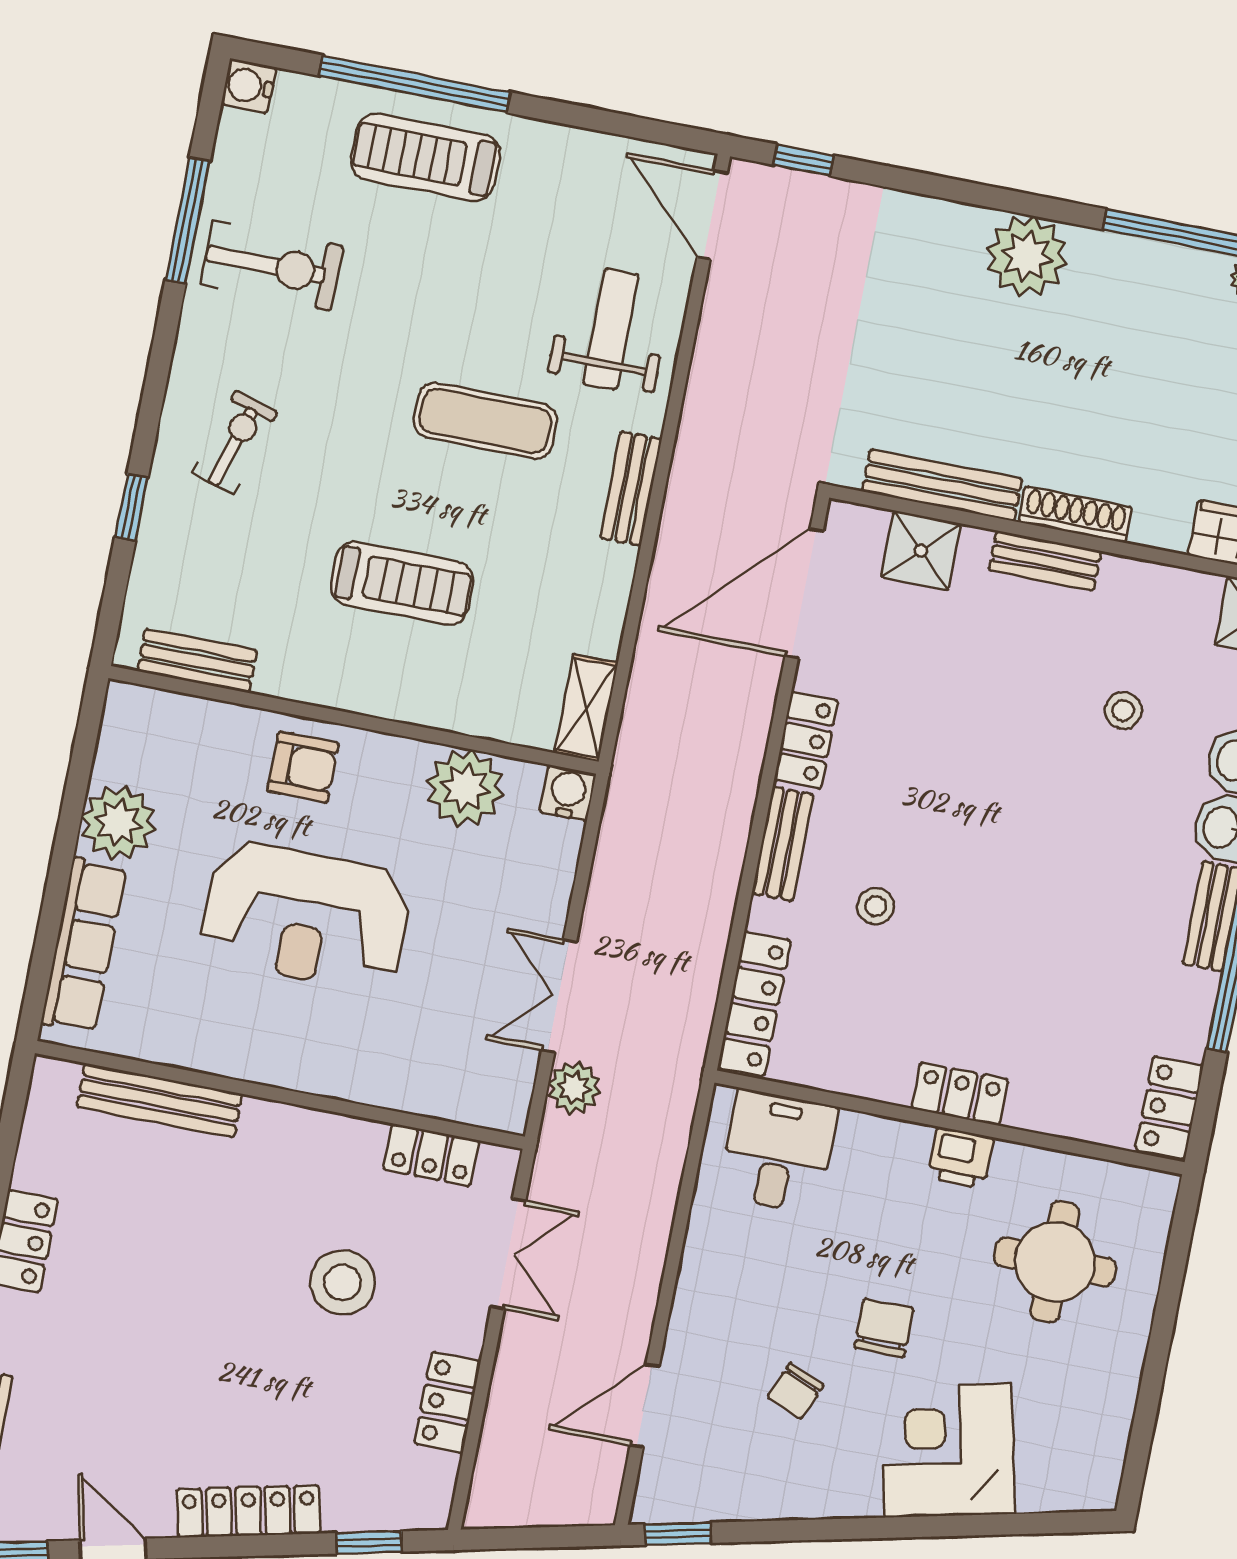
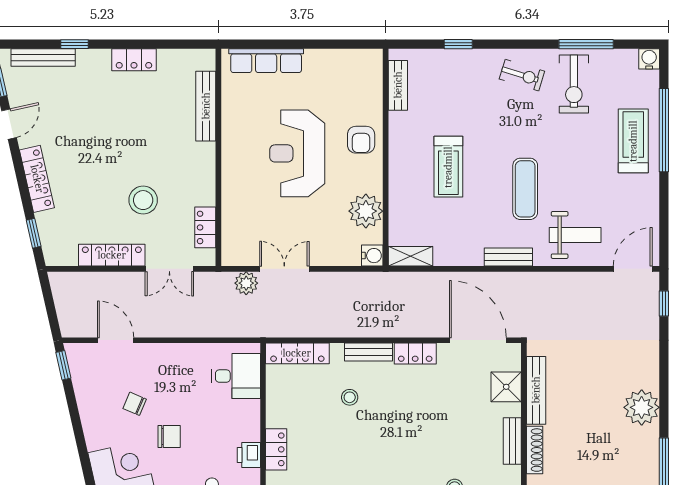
exercise bike: (235, 443) -> (522, 75), moved
plant: (118, 823) -> (322, 65), removed
locker: (447, 1402) -> (112, 255), width x1.53

